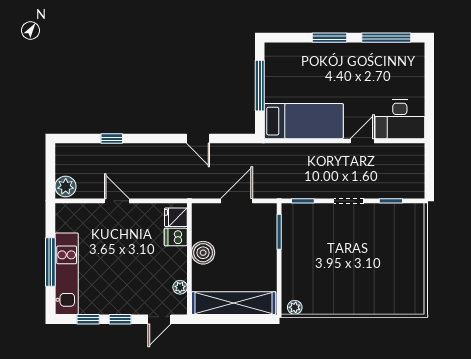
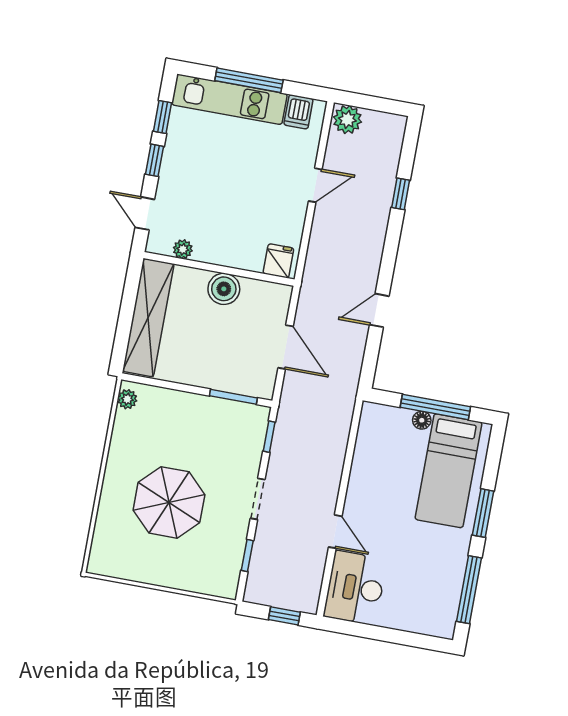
floor lamp: (271, 94) -> (422, 420), added
bed: (304, 121) -> (448, 471), moved
window: (429, 166) -> (284, 616), added
dishwasher: (176, 237) -> (298, 112), moved, turned 180
parasol: (363, 264) -> (169, 502), added

